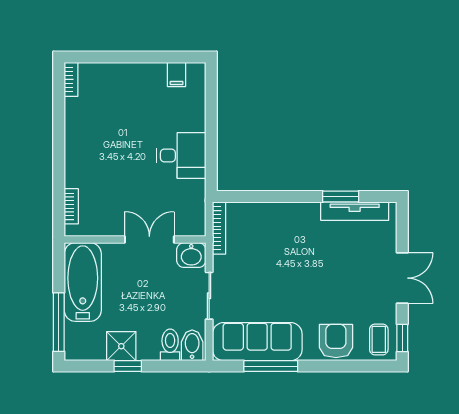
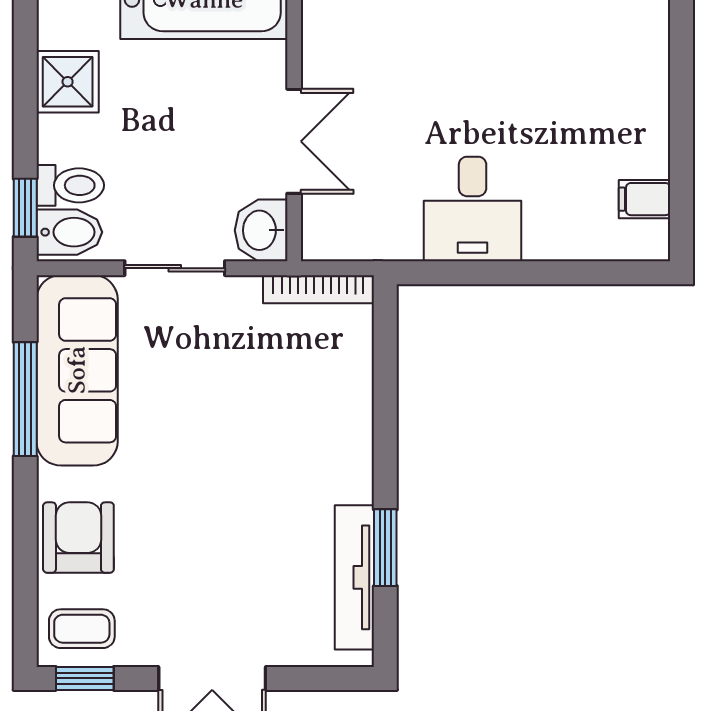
armchair: (336, 341) -> (78, 538), turned -90
window: (128, 366) -> (25, 208), moved

